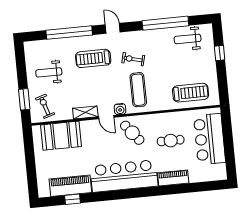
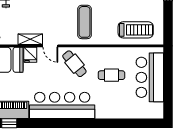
water cooler: (120, 109) -> (65, 39), removed
fridge: (87, 128) -> (30, 55), added
piano: (173, 178) -> (110, 112), removed

